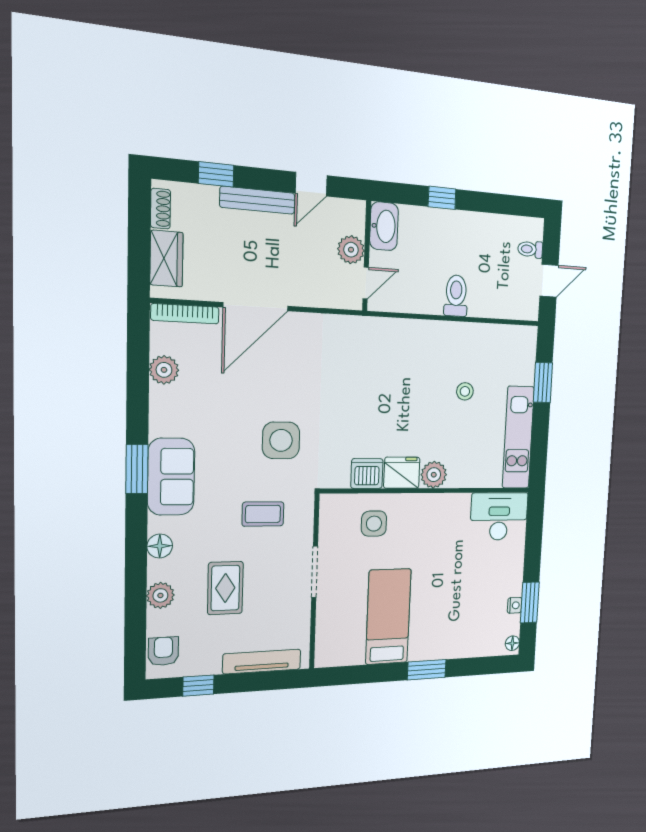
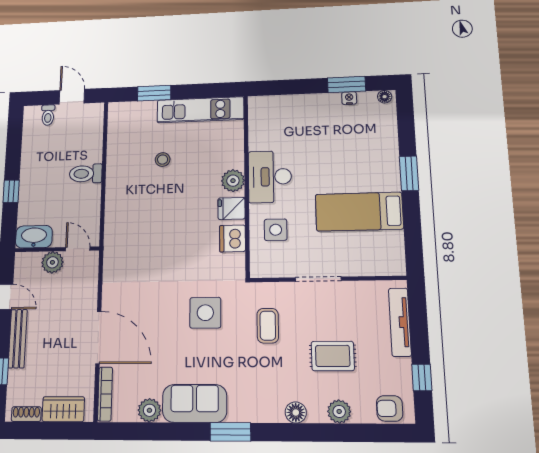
fridge: (402, 473) -> (232, 208), width x0.72
sofa: (171, 477) -> (195, 403), moved
desk: (499, 516) -> (270, 177), moved

